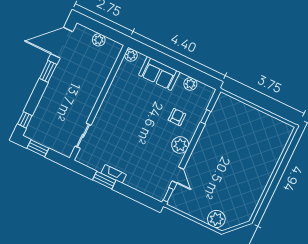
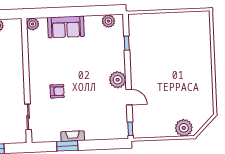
plant: (190, 84) -> (108, 21), moved
armchair: (177, 117) -> (57, 91), moved, turned 90
door: (178, 175) -> (129, 97), moved

